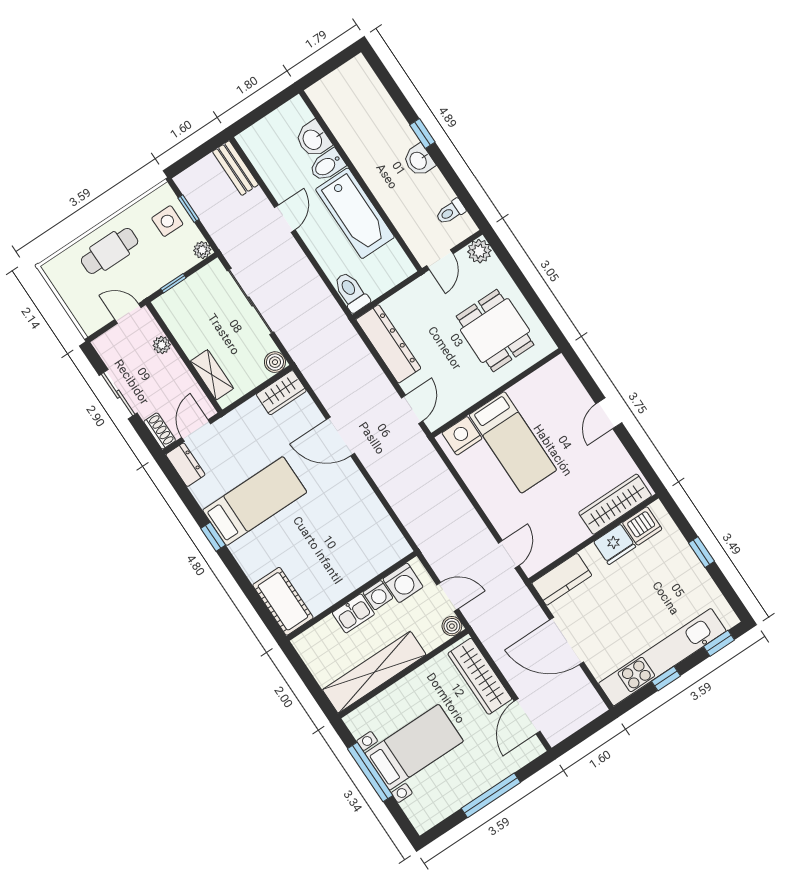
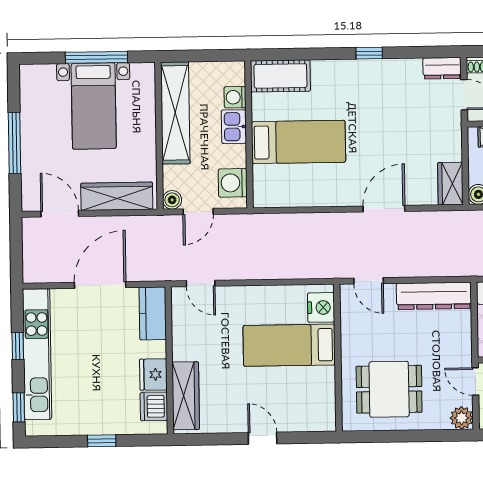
bed: (255, 501) -> (299, 142), moved, turned -90
washing machine: (378, 595) -> (235, 97), moved

